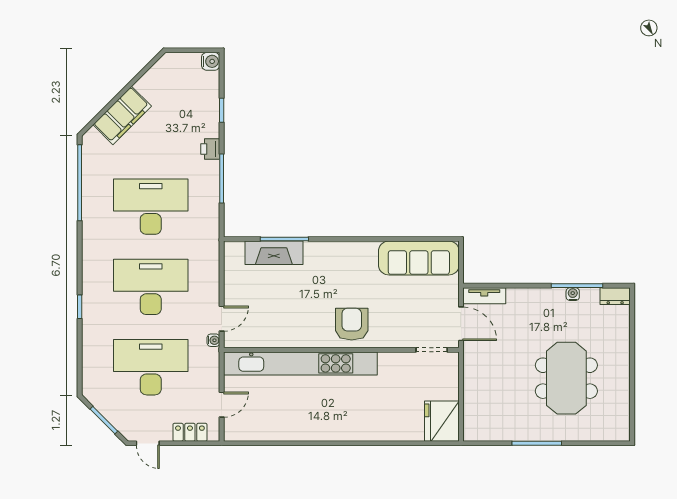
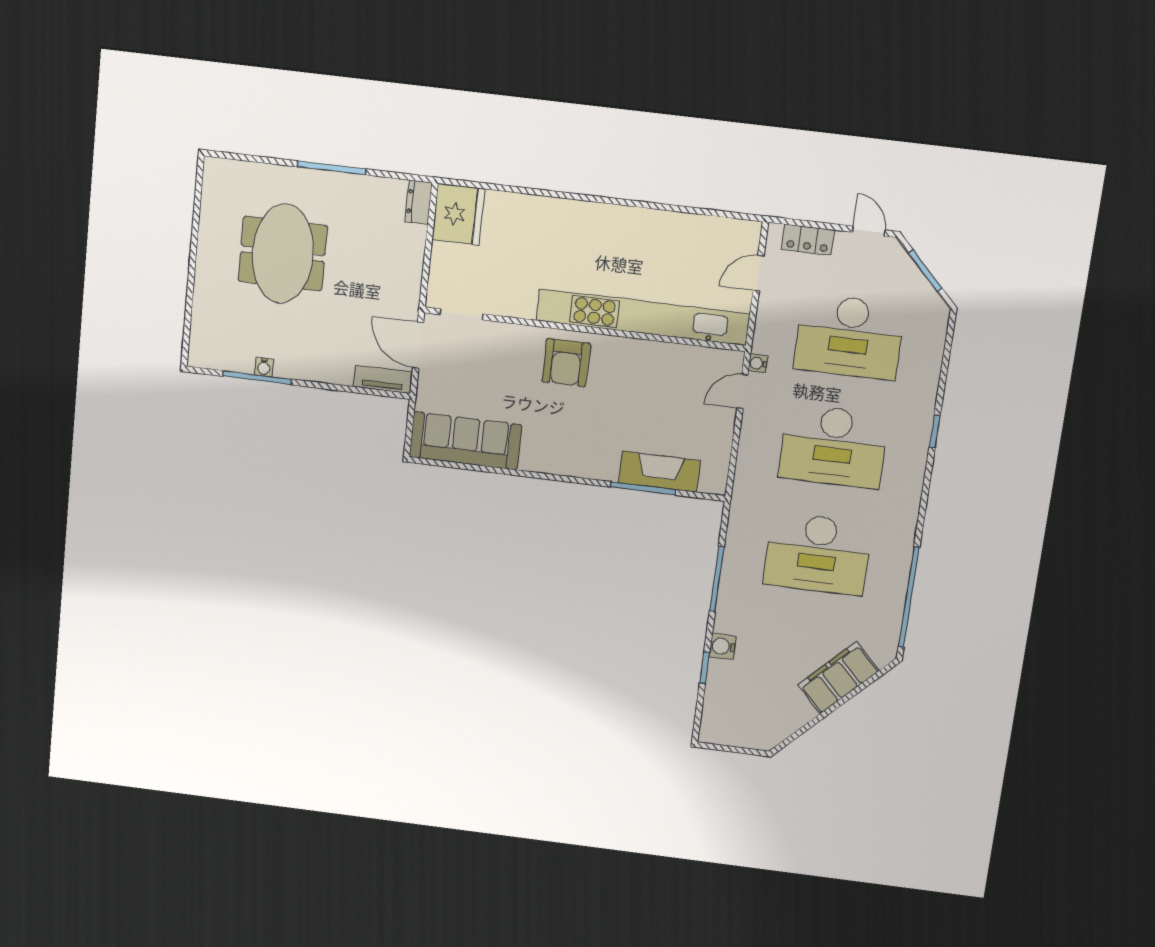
water cooler: (211, 61) -> (723, 647), moved
printer: (210, 149) -> (727, 619), removed
dresser: (615, 296) -> (419, 202), moved, turned -90

